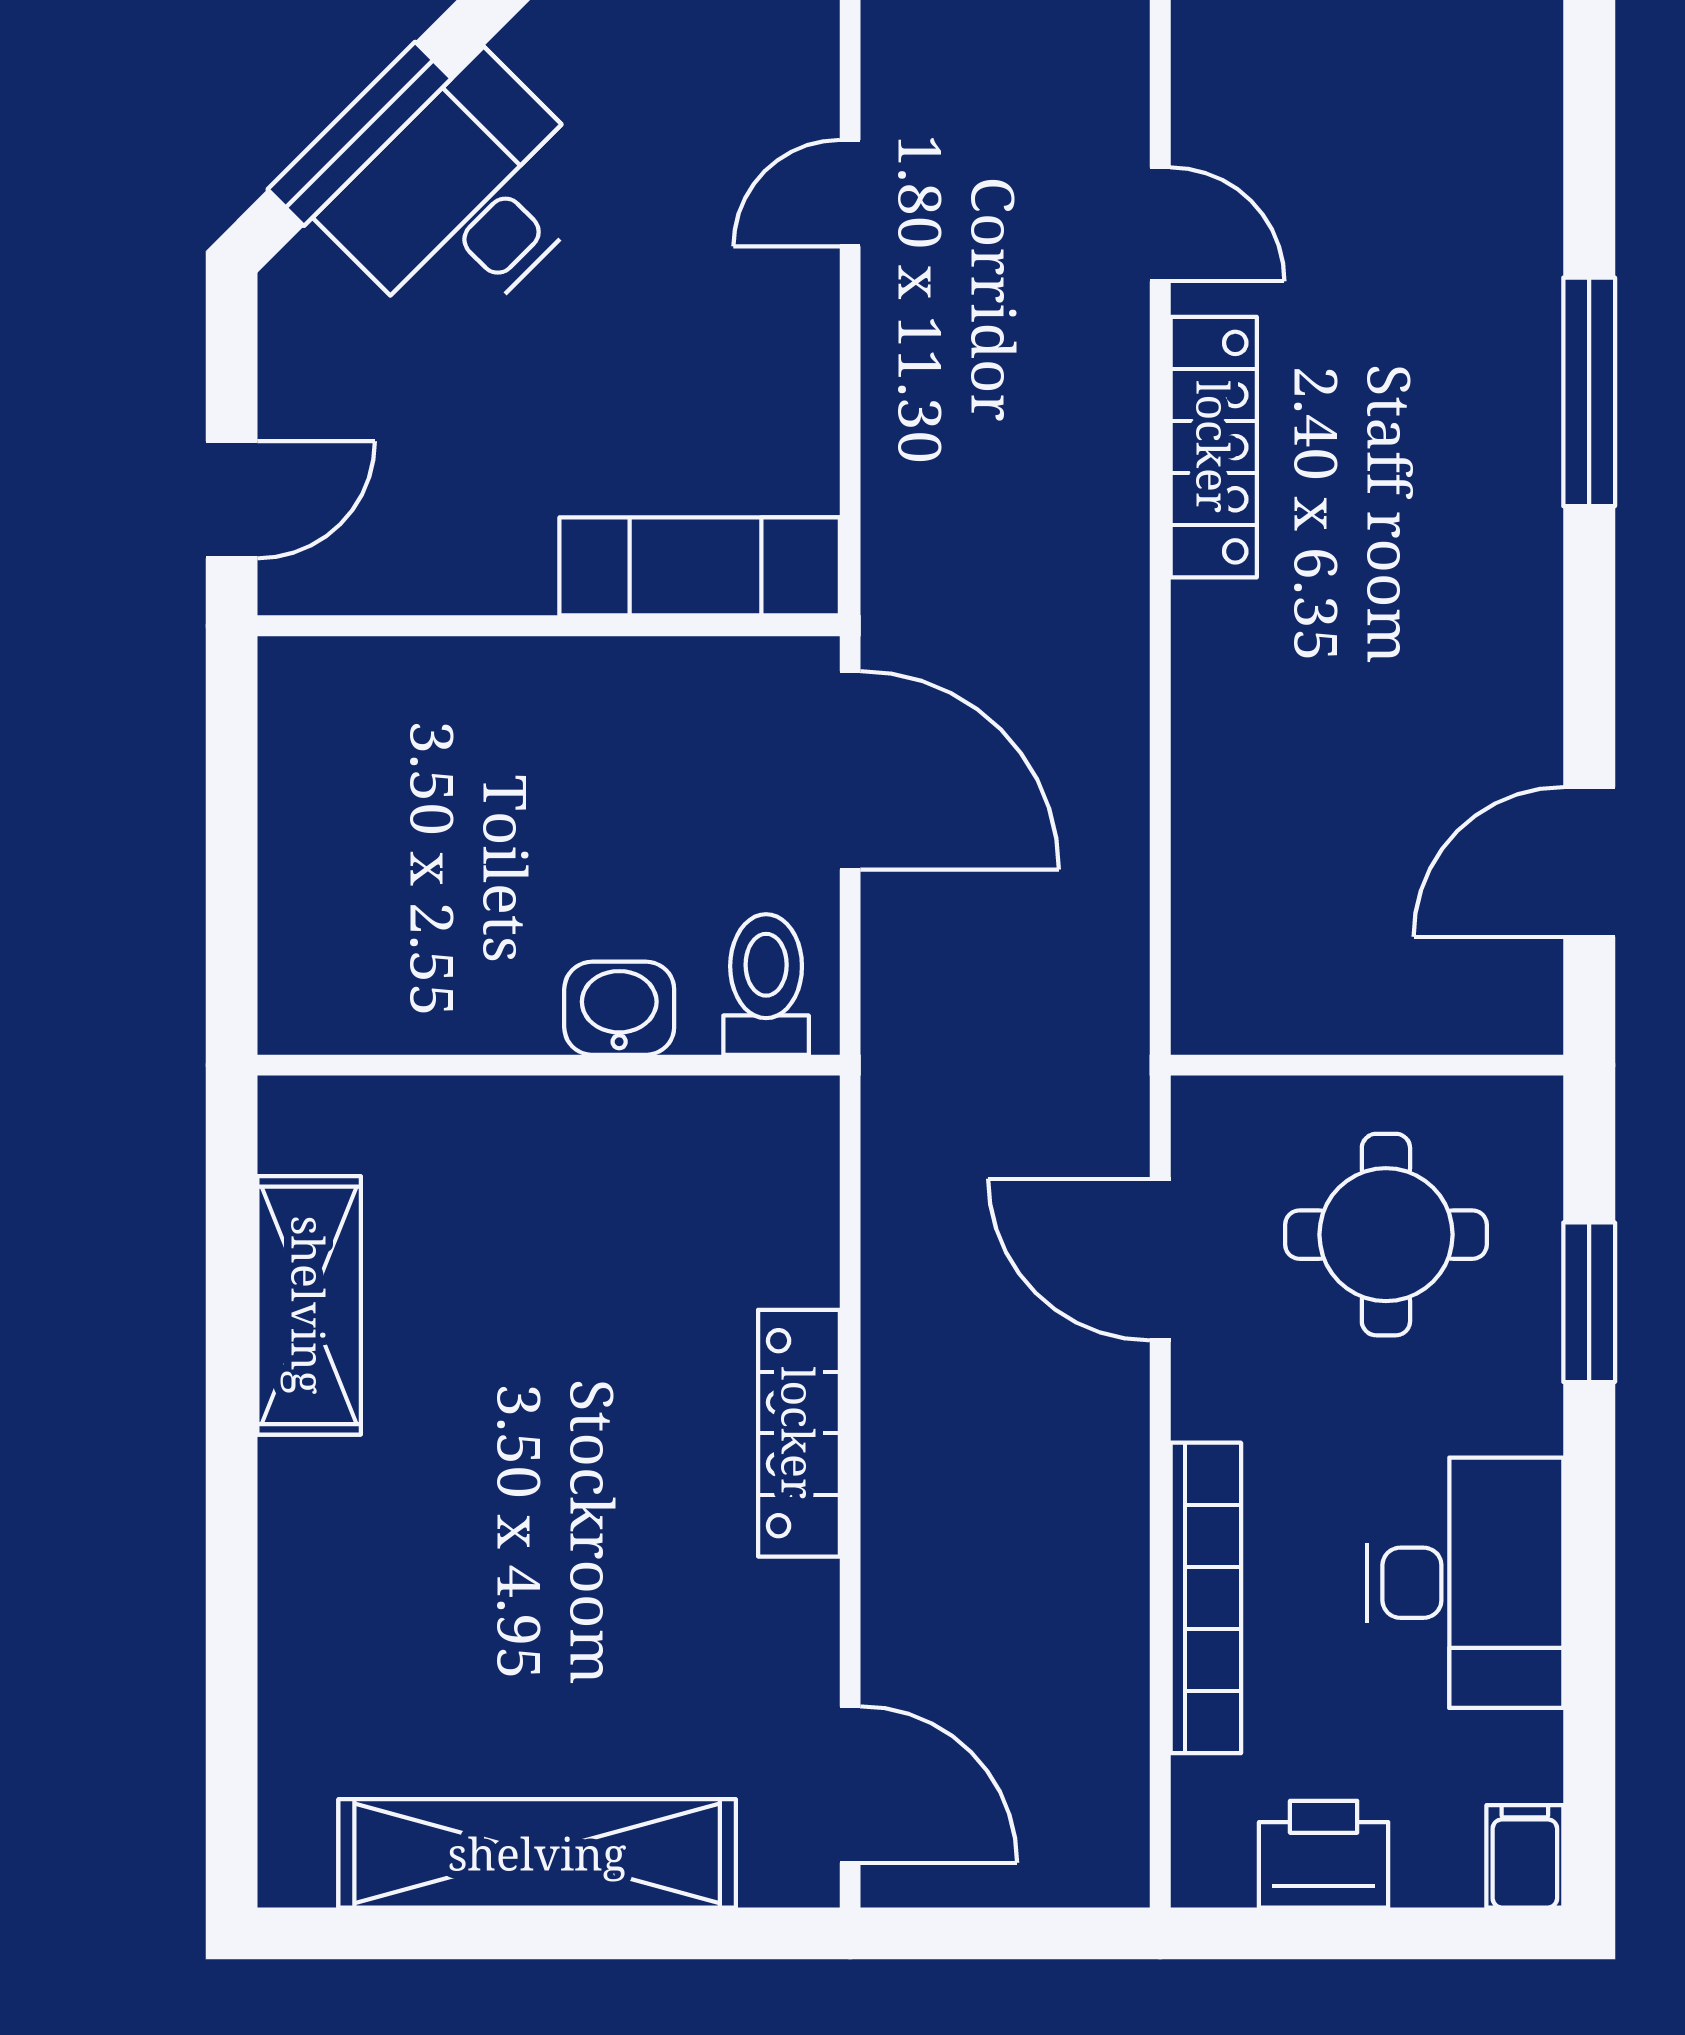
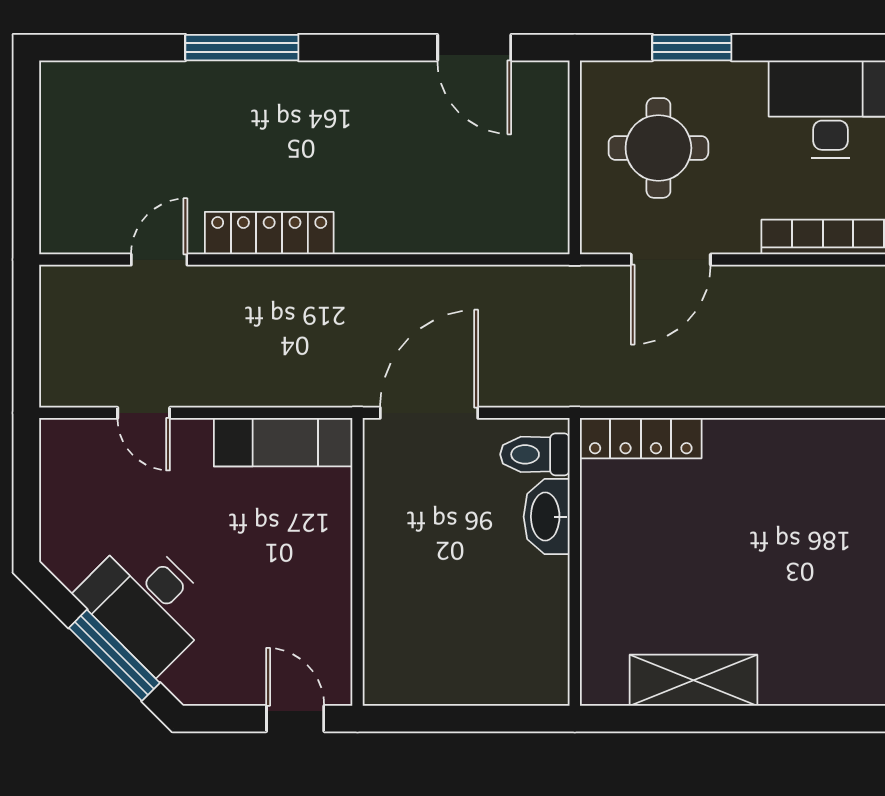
exam couch: (700, 566) -> (283, 442), moved, turned -90
washbasin: (619, 1008) -> (547, 517), width x1.38
locker: (799, 1433) -> (641, 438), moved

